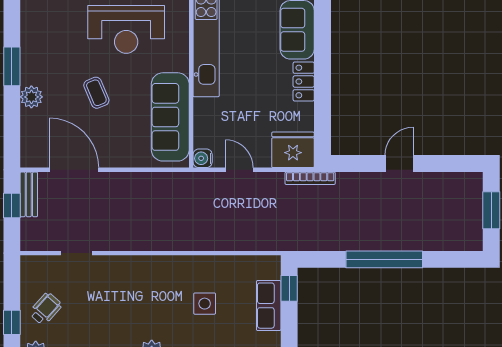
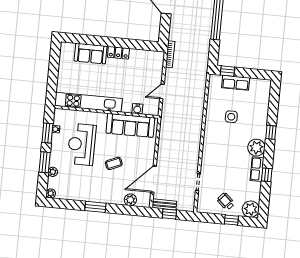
reception desk: (126, 29) -> (82, 144), turned 180
plant: (31, 97) -> (130, 200), moved
fridge: (293, 150) -> (154, 62), removed
water cooler: (203, 158) -> (137, 109), moved

